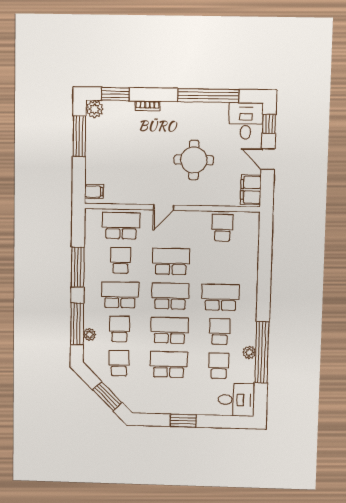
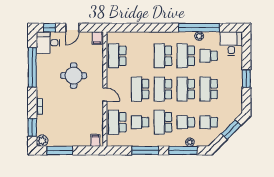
filing cabinet: (251, 190) -> (97, 38), width x0.50
school desk: (222, 228) -> (117, 56), width x1.85
school desk: (220, 332) -> (186, 56), width x1.85

